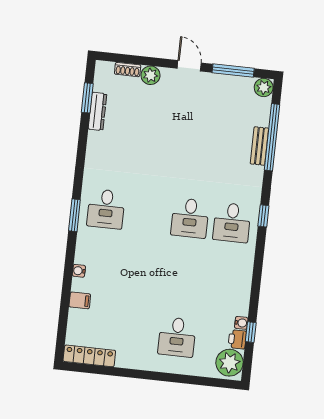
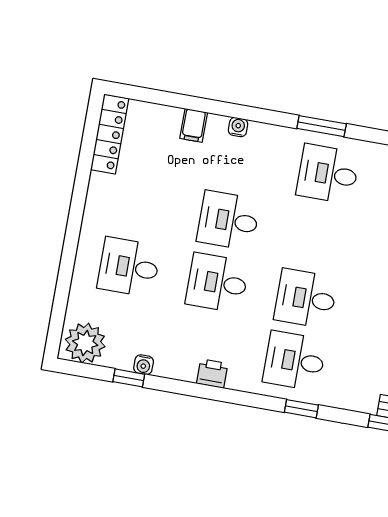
desk: (141, 273) -> (228, 220), added
desk: (183, 278) -> (217, 283), added
printer: (237, 339) -> (212, 374), moved

